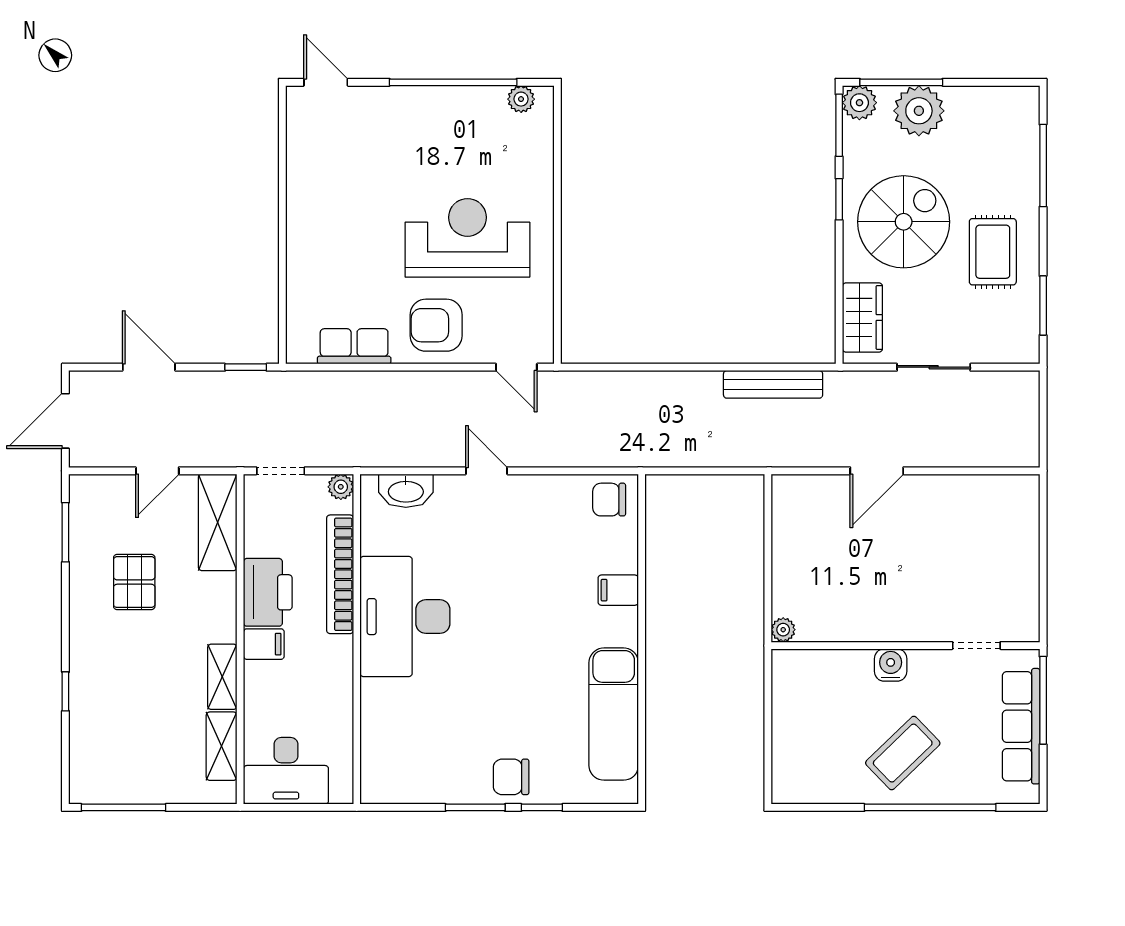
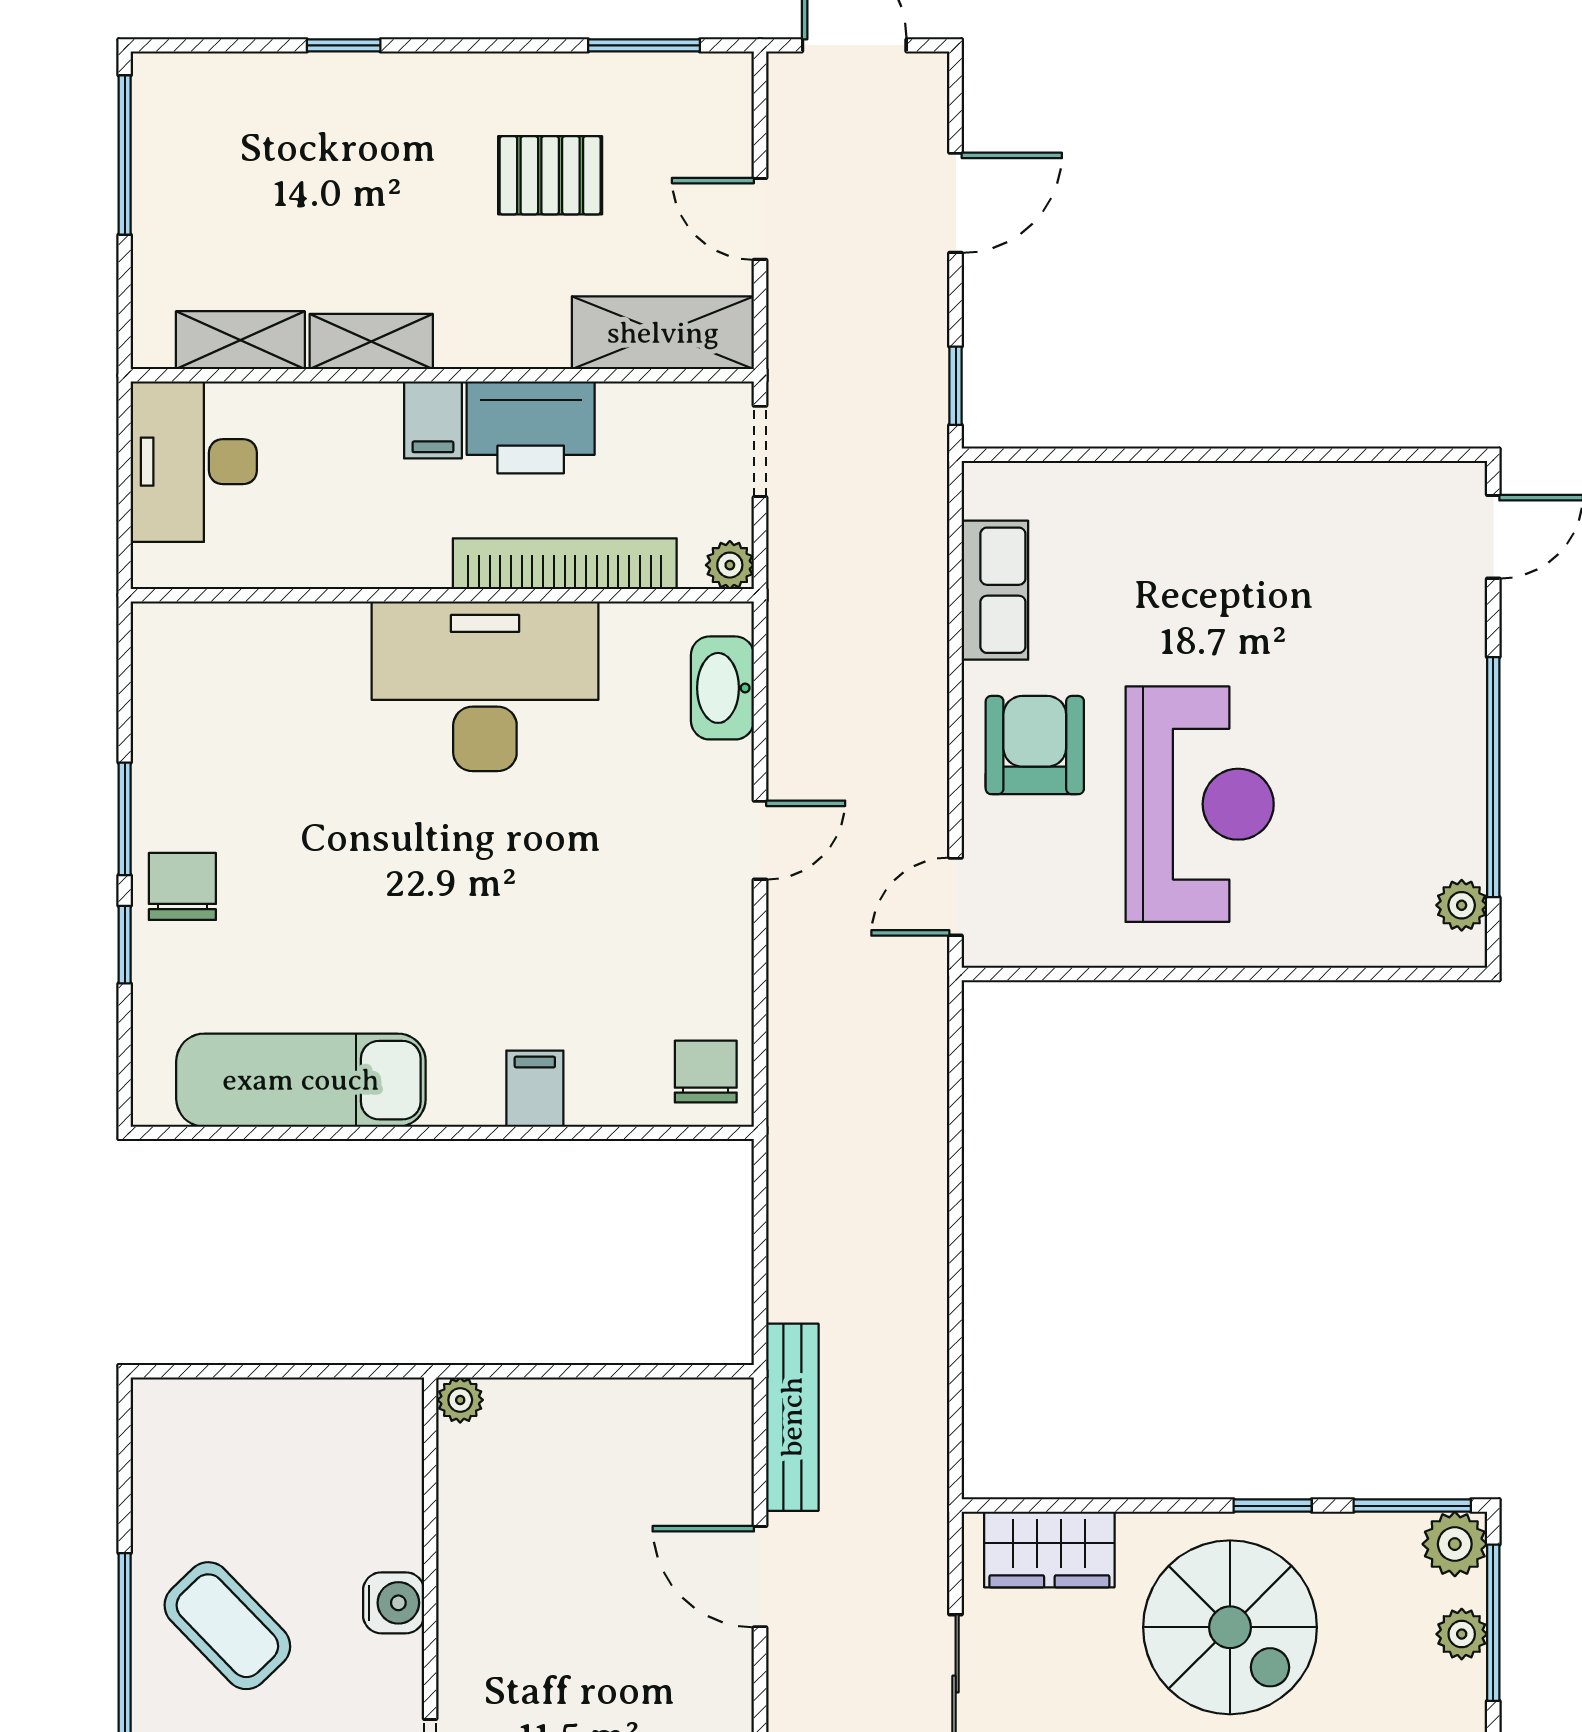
plant: (919, 111) -> (1462, 1634), width x0.53, depth x0.53
bench: (773, 384) -> (792, 1417), moved

